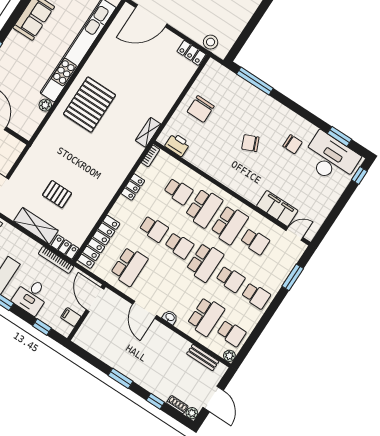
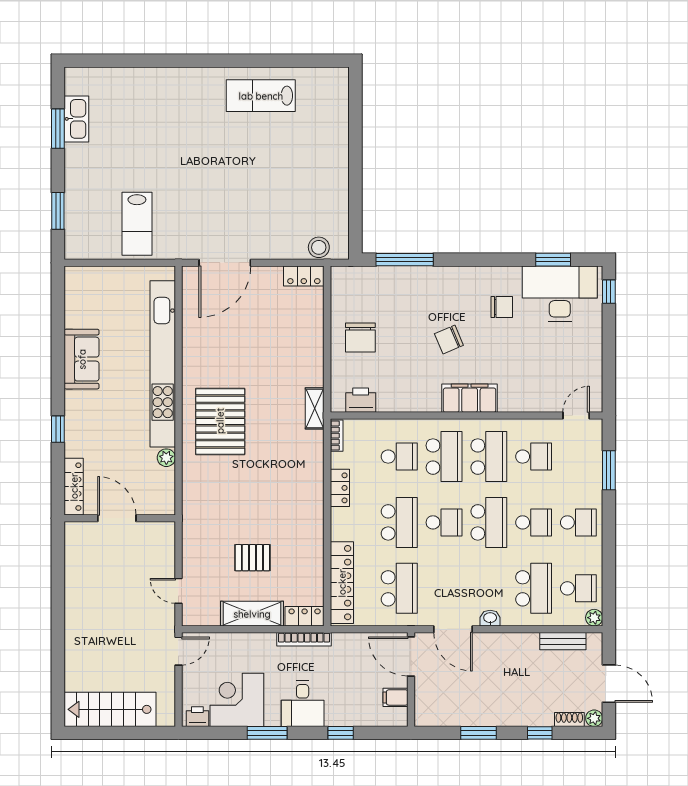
filing cabinet: (277, 208) -> (470, 398), moved
school desk: (154, 229) -> (399, 522), width x1.85
door: (95, 299) -> (411, 656), moved
wall: (86, 313) -> (411, 680), moved
filing cabinet: (71, 317) -> (395, 697), moved

